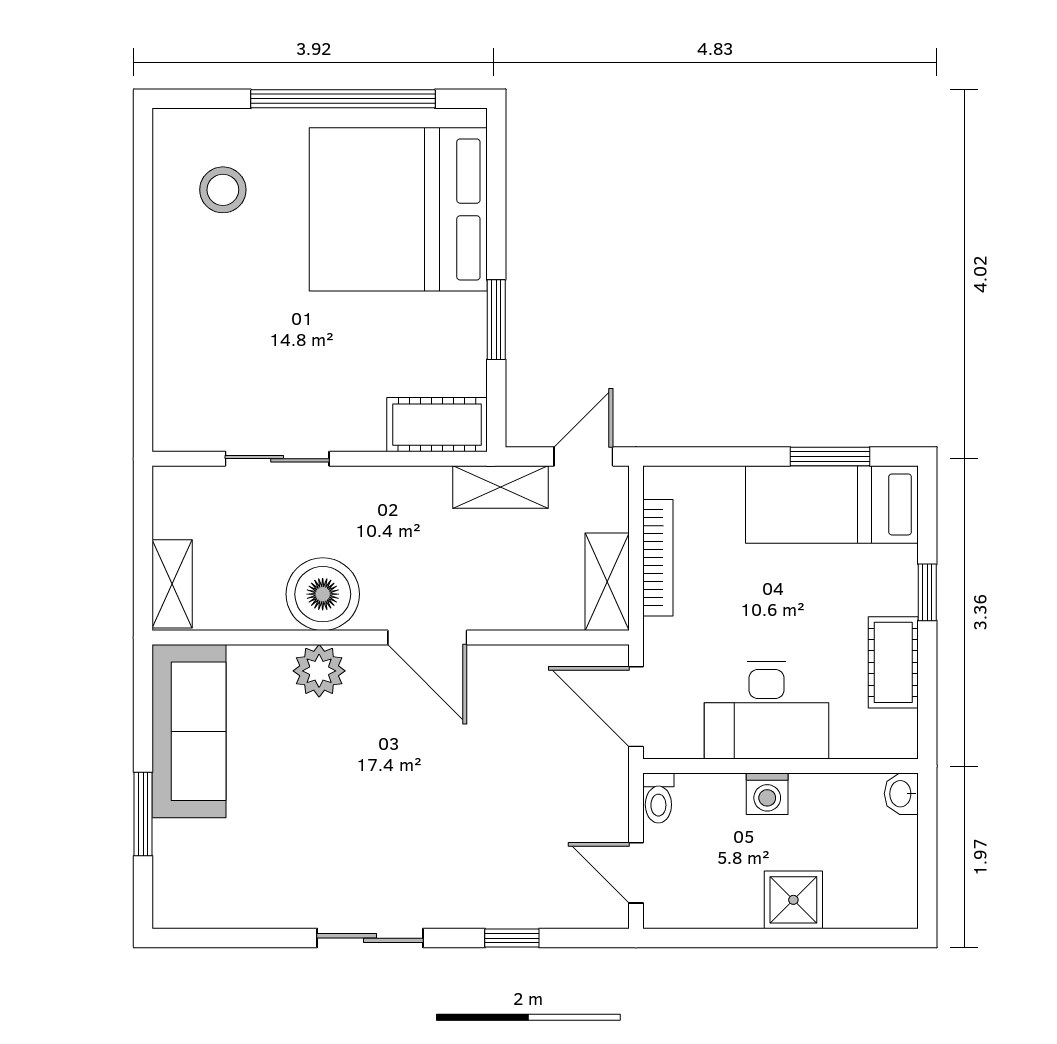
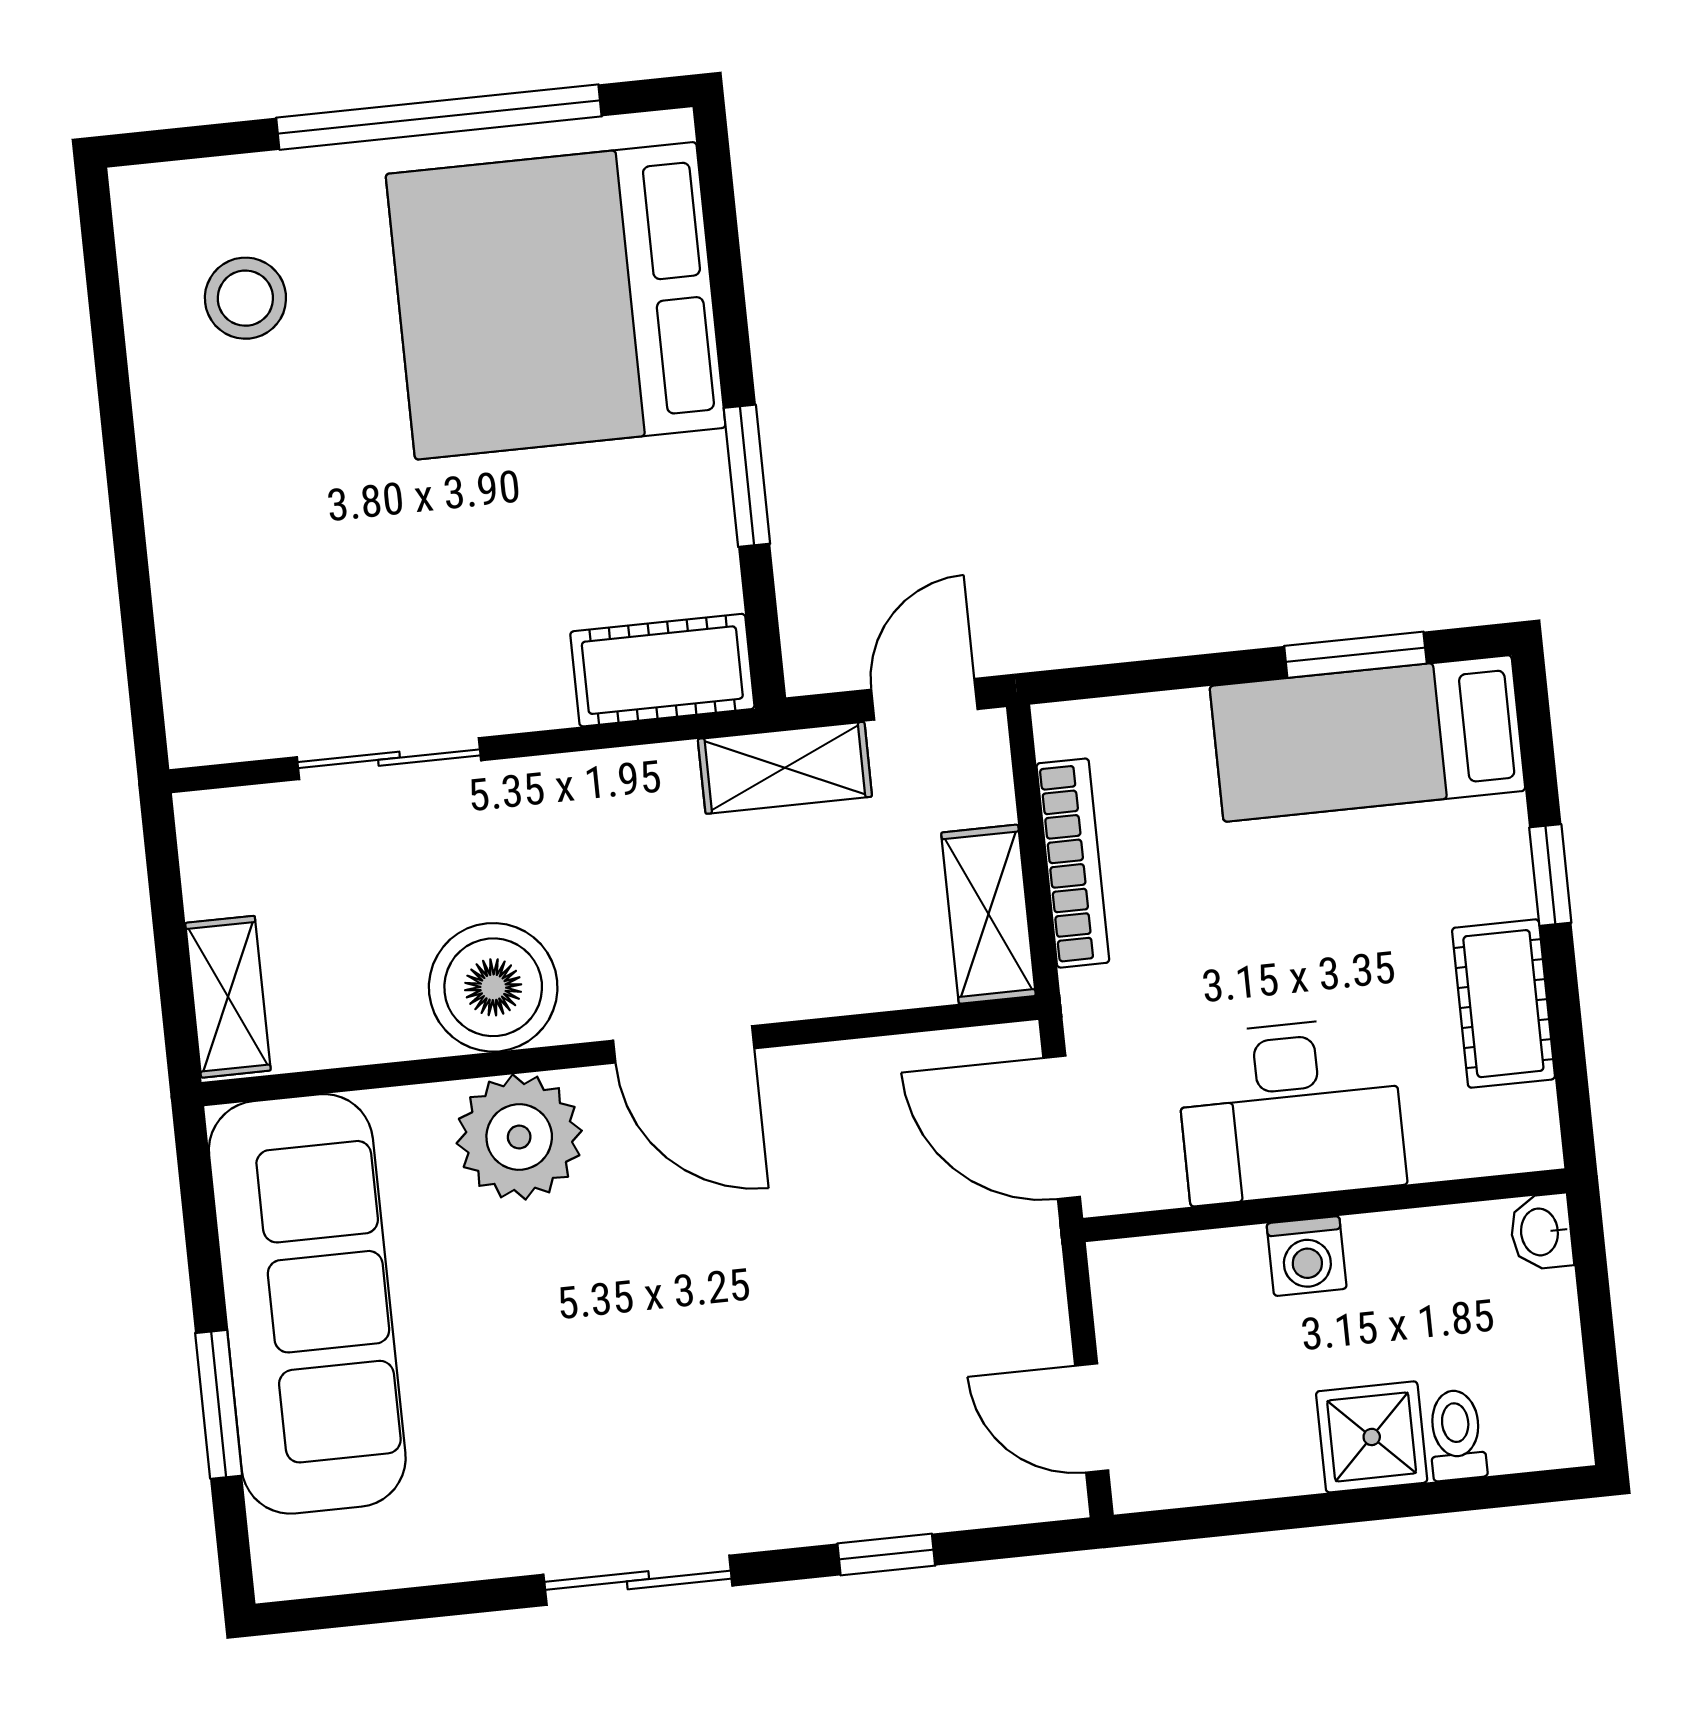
plant: (319, 671) -> (519, 1137), width x1.36, depth x1.36
sofa: (189, 731) -> (307, 1304), width x1.36, depth x1.27
toilet: (658, 798) -> (1456, 1435), moved, turned 180

